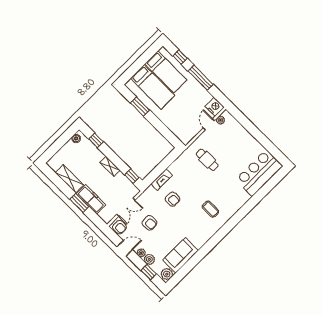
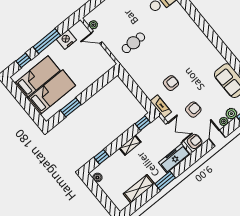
nightstand: (215, 107) -> (66, 40), moved
fireplace: (162, 179) -> (161, 106), moved
freezer: (91, 199) -> (175, 158), moved
coffee table: (210, 209) -> (185, 45), removed

